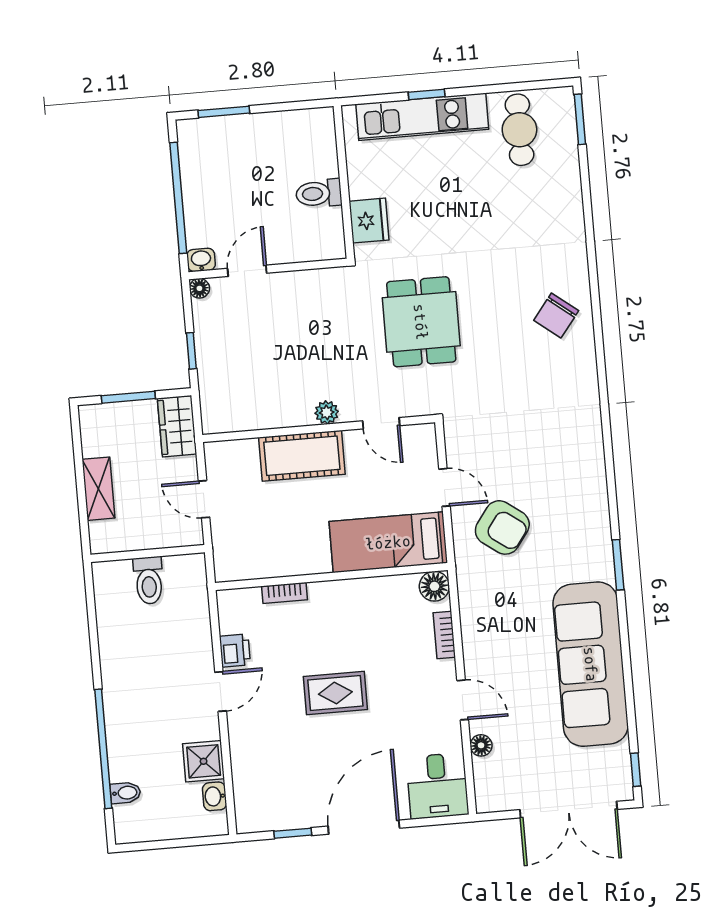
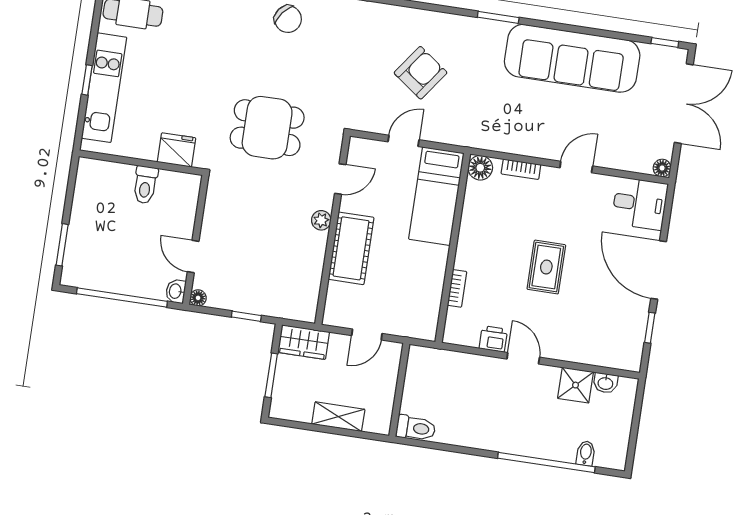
armchair: (502, 527) -> (421, 73), moved
toilet: (149, 580) -> (416, 428), moved
floor lamp: (481, 745) -> (662, 168), moved

